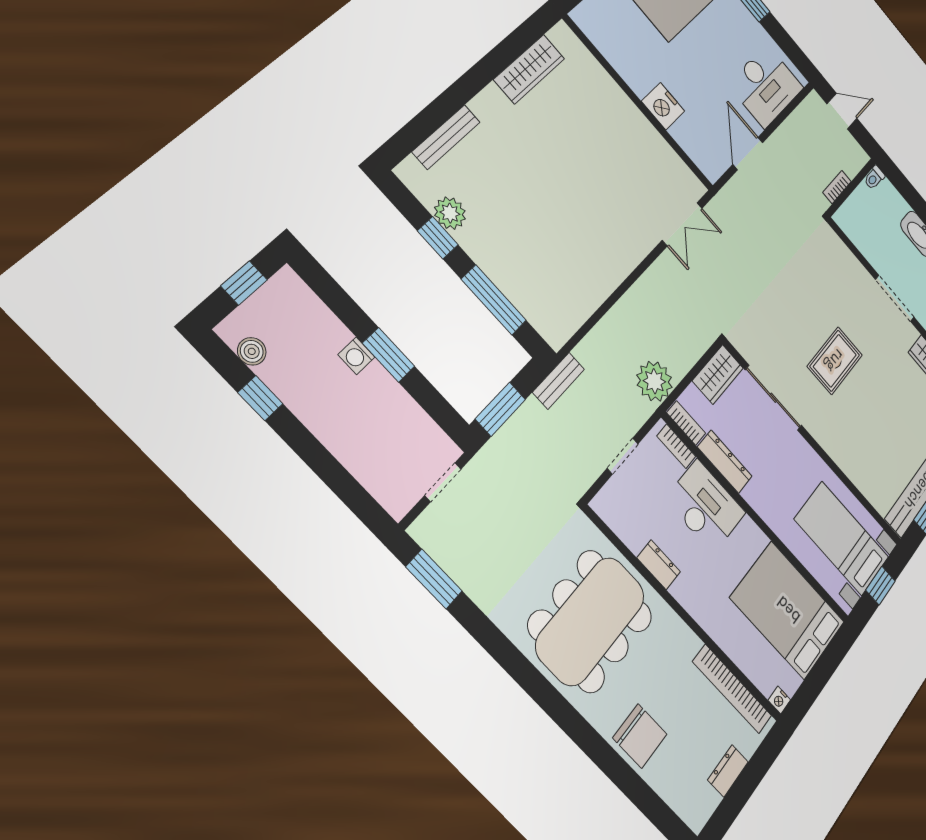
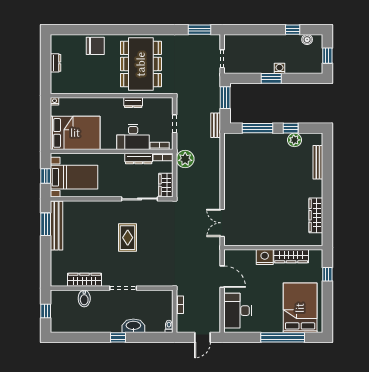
wardrobe: (623, 61) -> (291, 256), added
bookcase: (732, 689) -> (75, 89), removed
chair: (640, 736) -> (95, 46), turned 180

